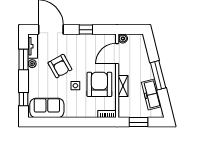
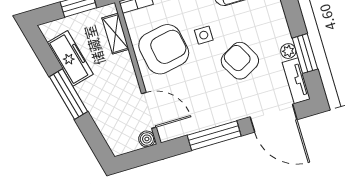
window: (86, 30) -> (214, 136), width x2.17
door: (117, 54) -> (149, 110), hinge flipped
armchair: (99, 84) -> (164, 49), turned -101
shelving: (123, 86) -> (115, 34), moved

